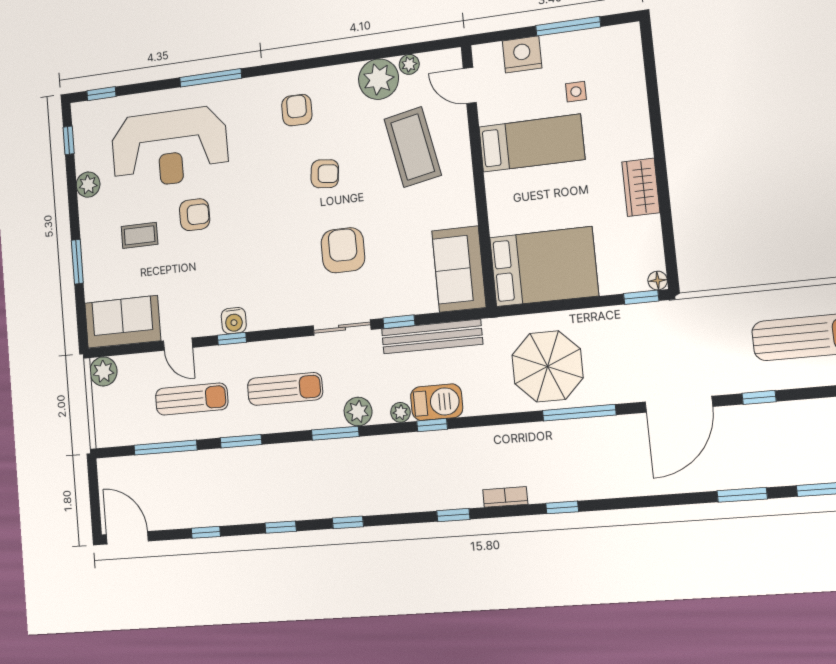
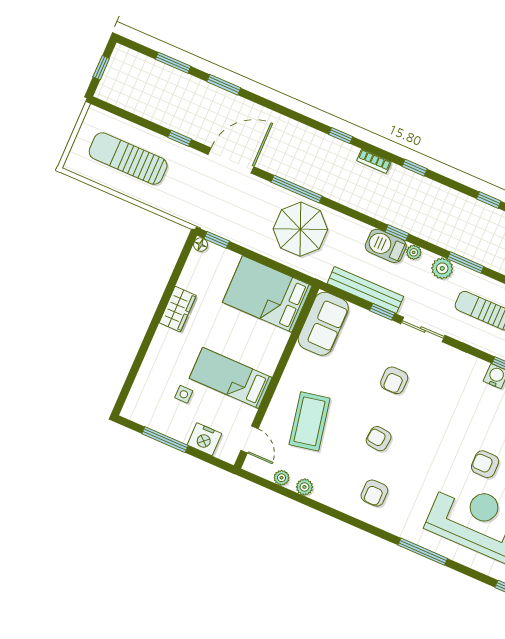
plant: (378, 79) -> (304, 487), width x0.53, depth x0.53
armchair: (343, 250) -> (394, 380), width x0.72, depth x0.72

